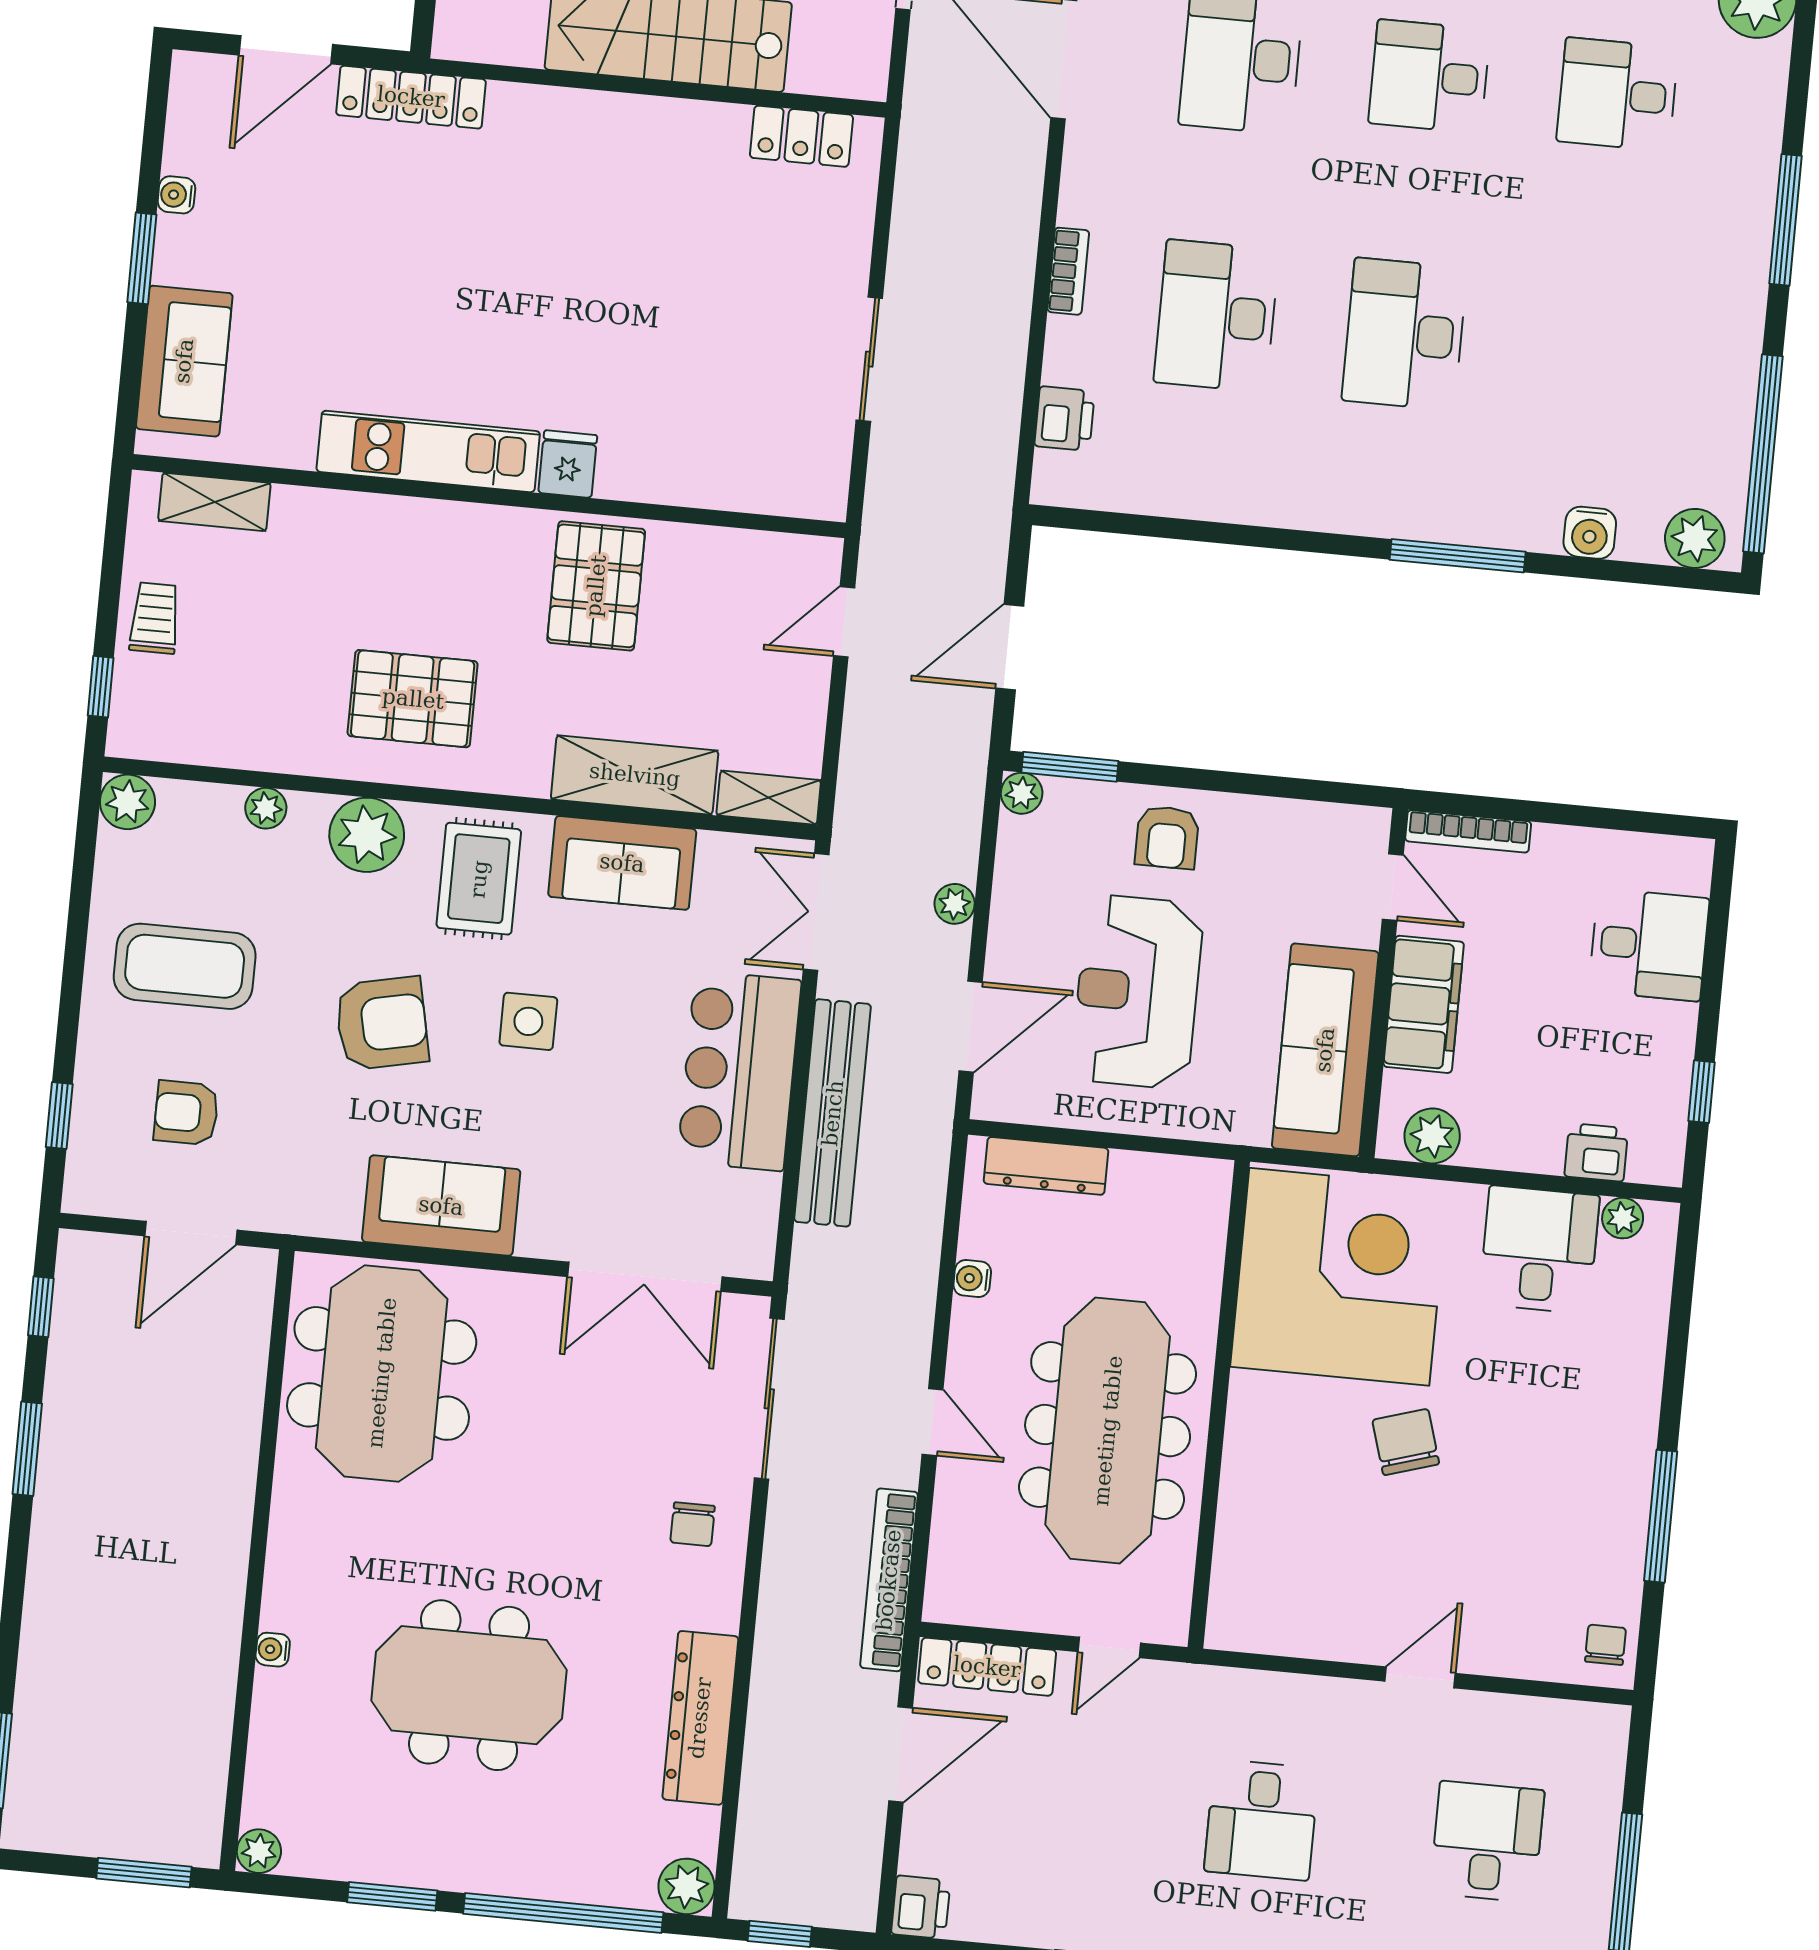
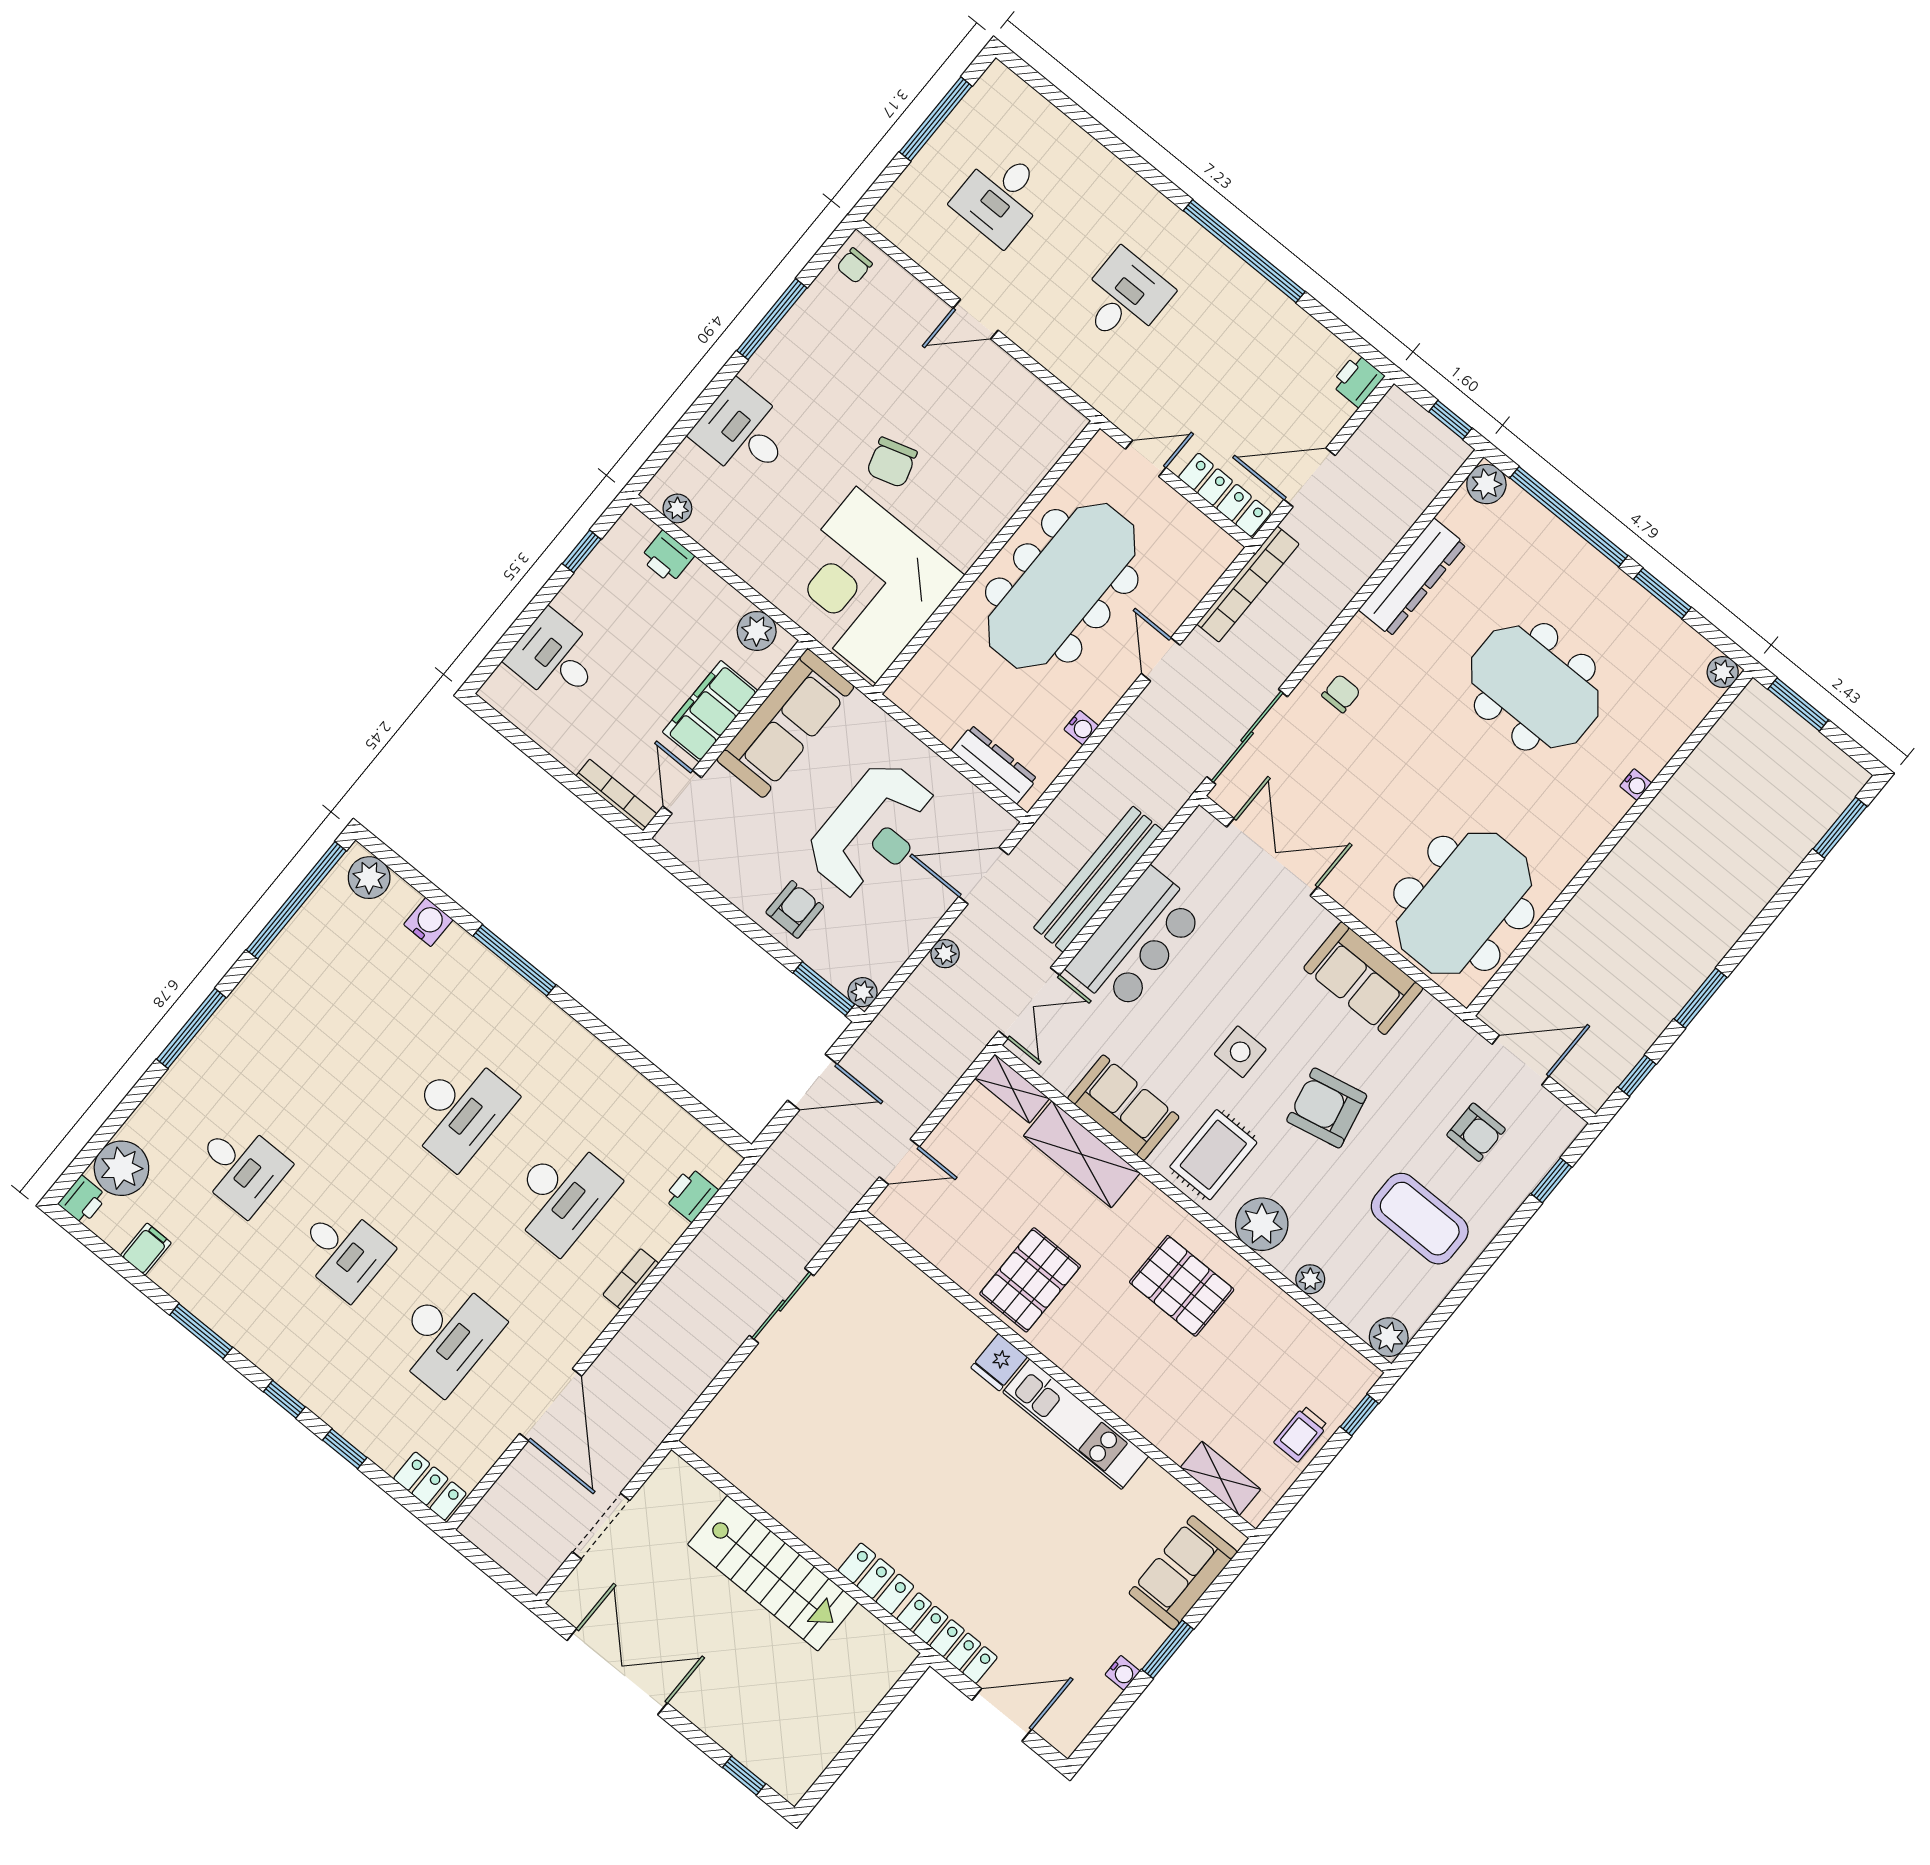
locker: (801, 136) -> (876, 1579), moved
desk: (1539, 1250) -> (743, 432), moved, turned 90

